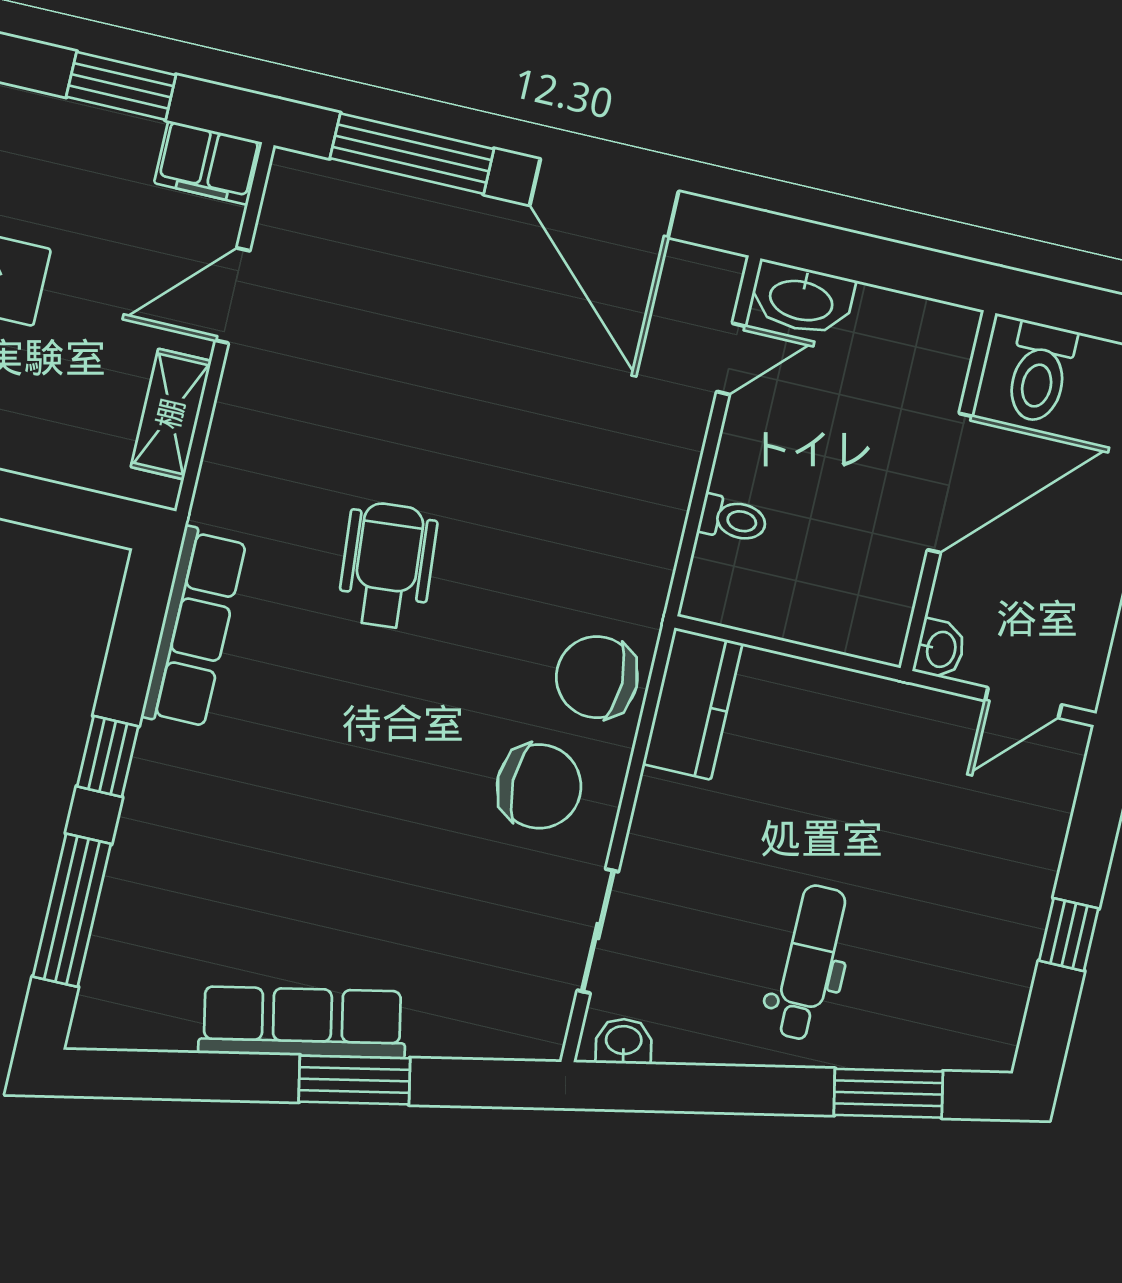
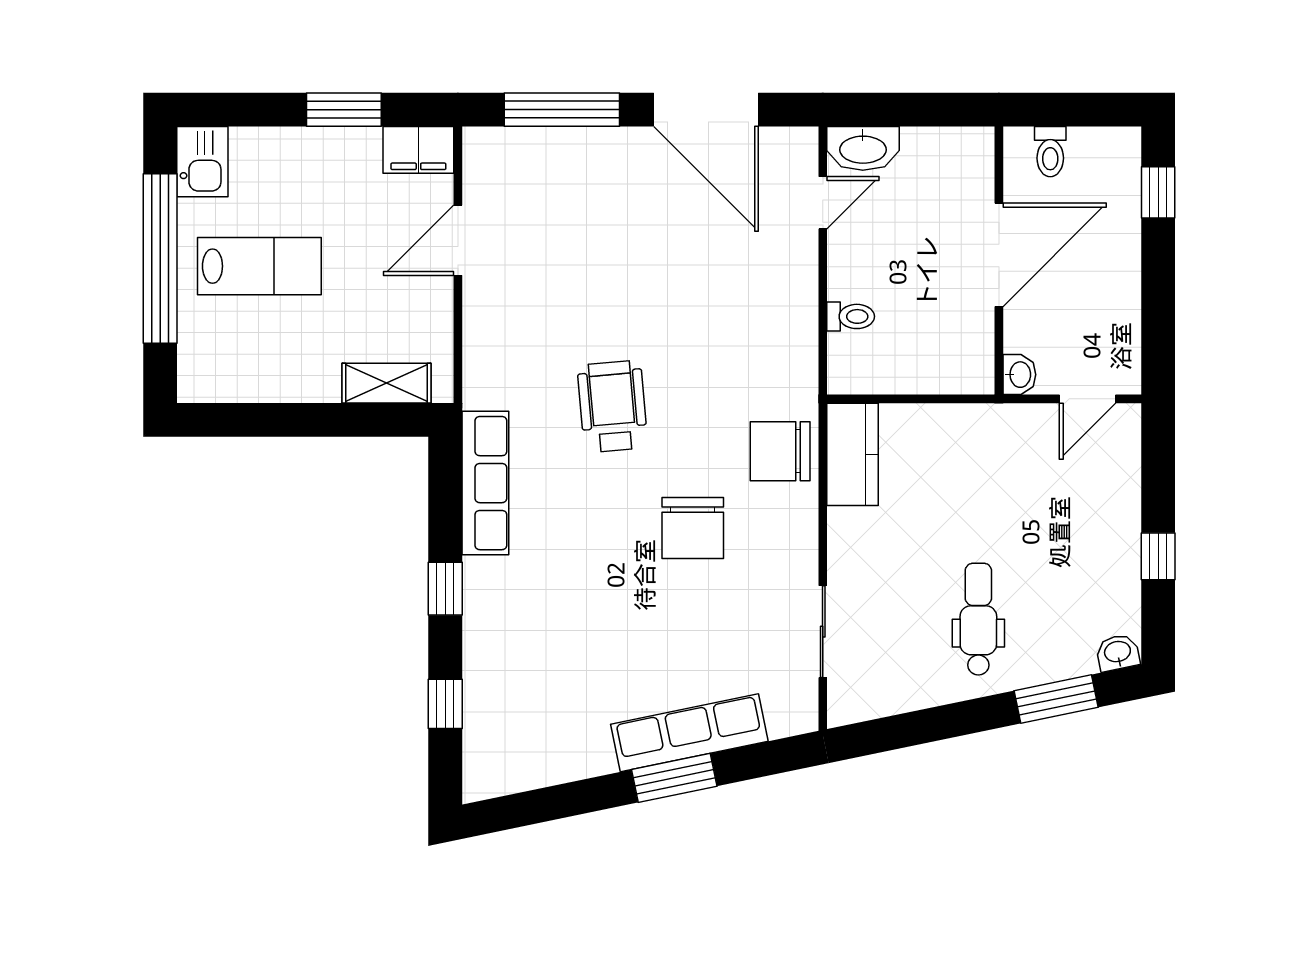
toilet: (1040, 372) -> (1050, 152), width x0.73, depth x0.72
shelving: (171, 414) -> (386, 383), moved, turned 90
chair: (539, 786) -> (693, 528), moved, turned 90
window: (72, 910) -> (445, 704), width x0.46
row of seats: (302, 1022) -> (689, 733), moved
washbasin: (624, 1041) -> (1118, 653), moved

